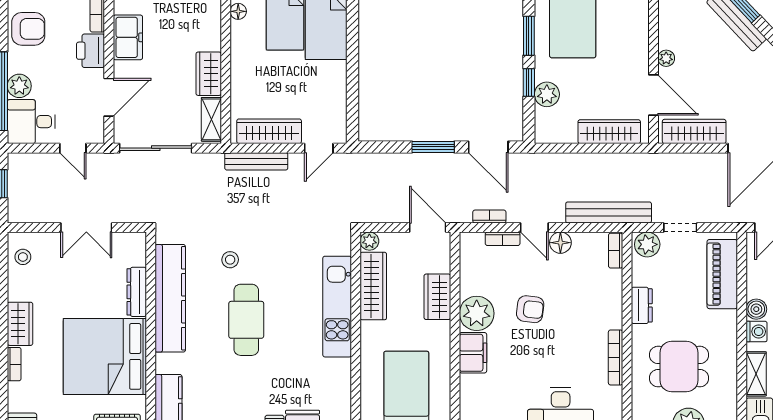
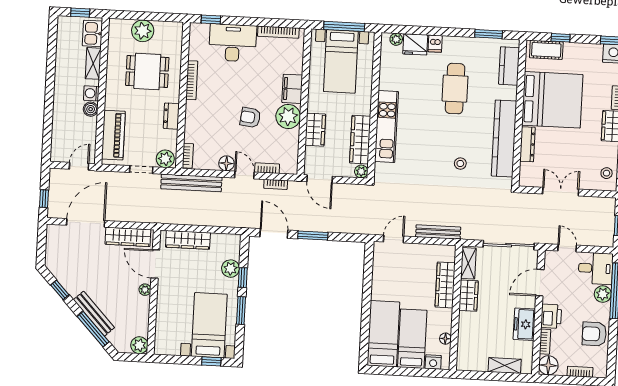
wardrobe: (269, 131) -> (445, 285), moved, turned 90
cafe table: (246, 320) -> (455, 89), moved

